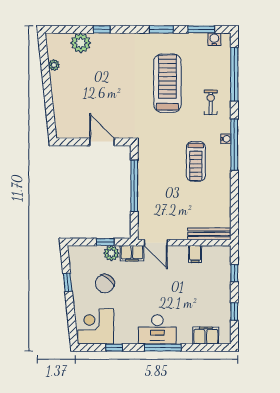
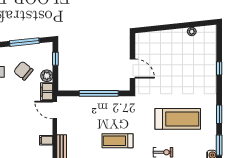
plant: (81, 43) -> (209, 52), removed
door: (102, 142) -> (132, 68), hinge flipped
window: (105, 242) -> (55, 59), moved
door: (156, 243) -> (55, 110), hinge flipped
window: (68, 282) -> (24, 42), width x2.17

